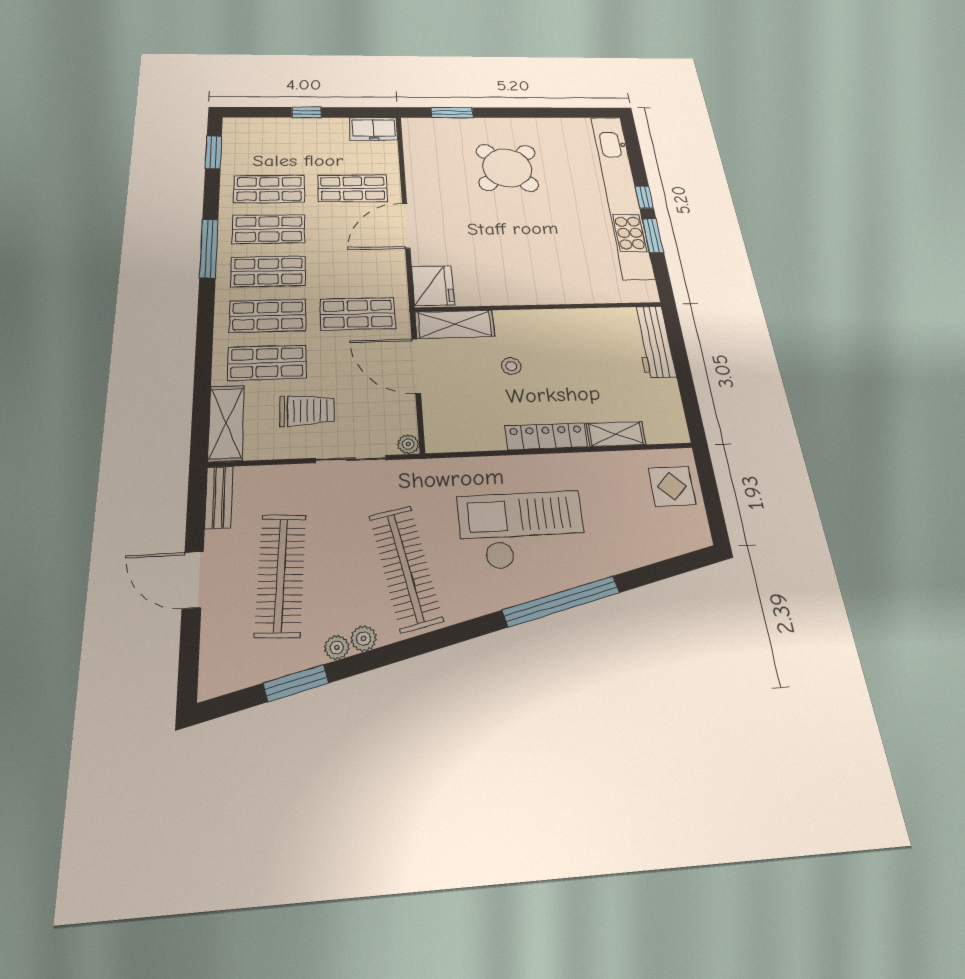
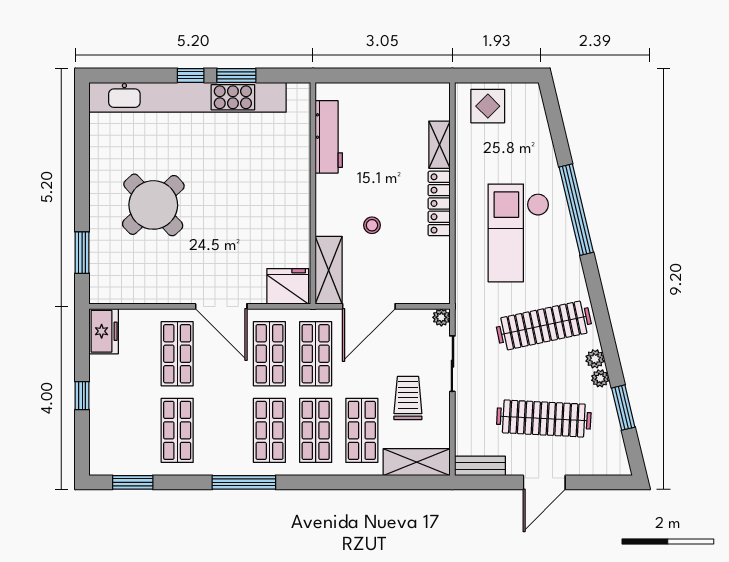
shop shelf: (269, 229) -> (269, 354), moved
workbench: (654, 341) -> (329, 137), moved, turned -90

